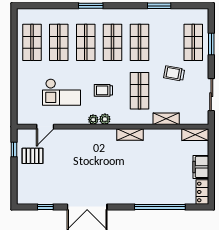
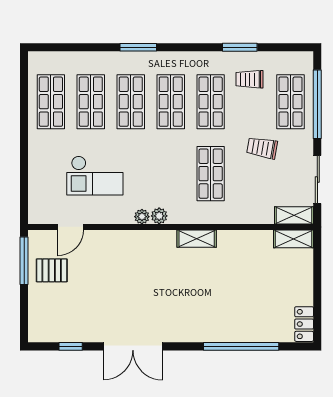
window: (211, 44) -> (317, 104), width x2.11
trolley: (103, 90) -> (249, 79), moved
shelving: (166, 119) -> (294, 215), moved
window: (14, 149) -> (24, 261), width x2.17
filing cabinet: (201, 167) -> (302, 287), removed

